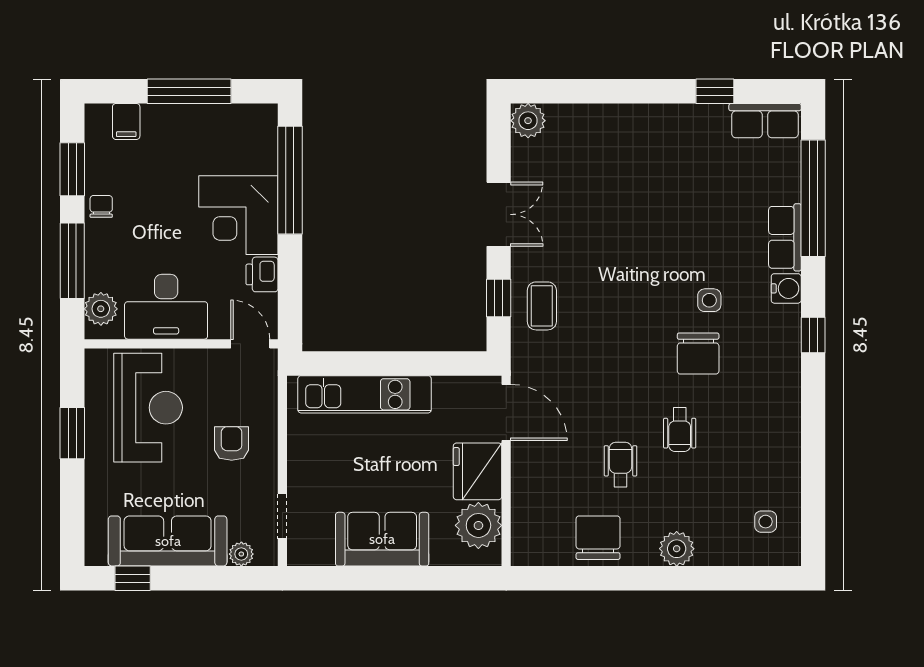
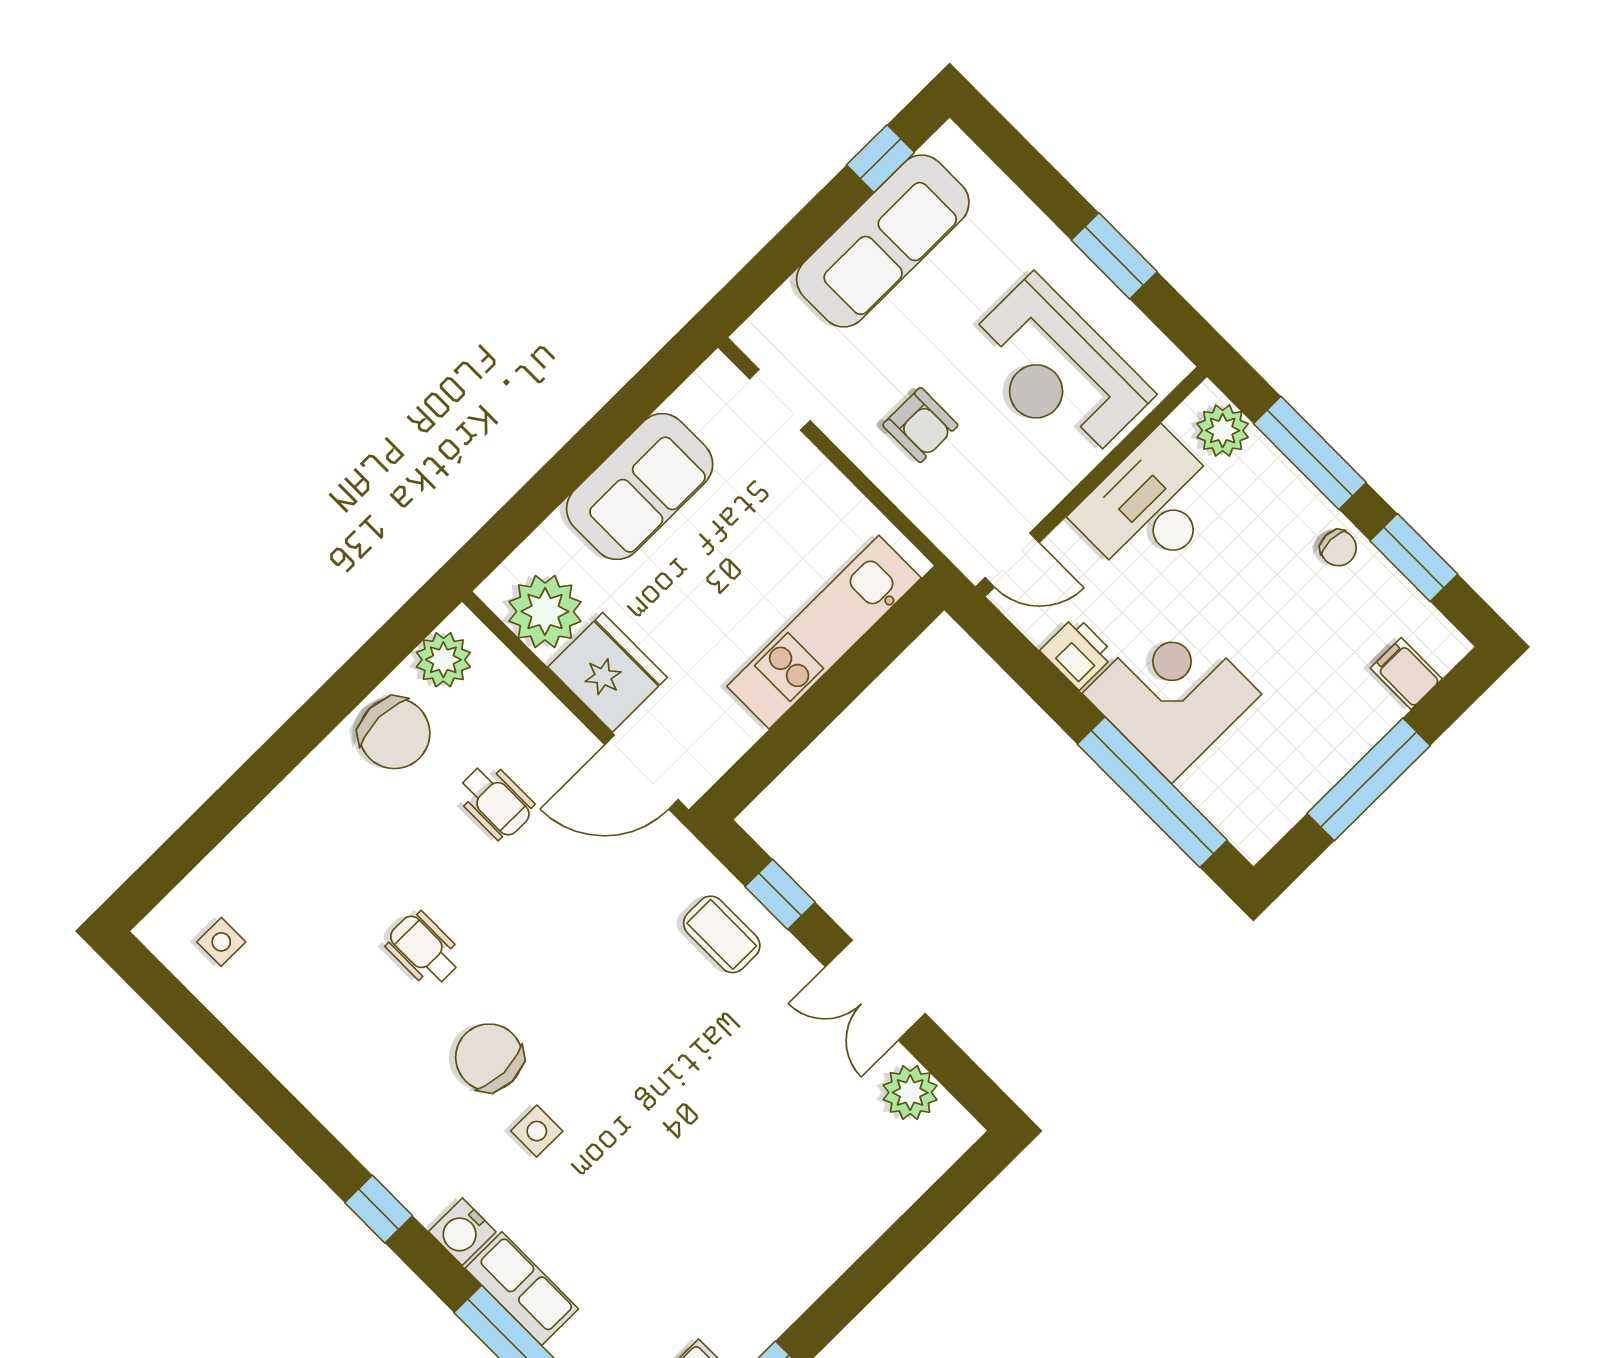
plant: (528, 121) -> (910, 1092), moved
wheelchair: (621, 464) -> (495, 801), moved
plant: (677, 549) -> (443, 660), moved
plant: (241, 554) -> (784, 310), removed

